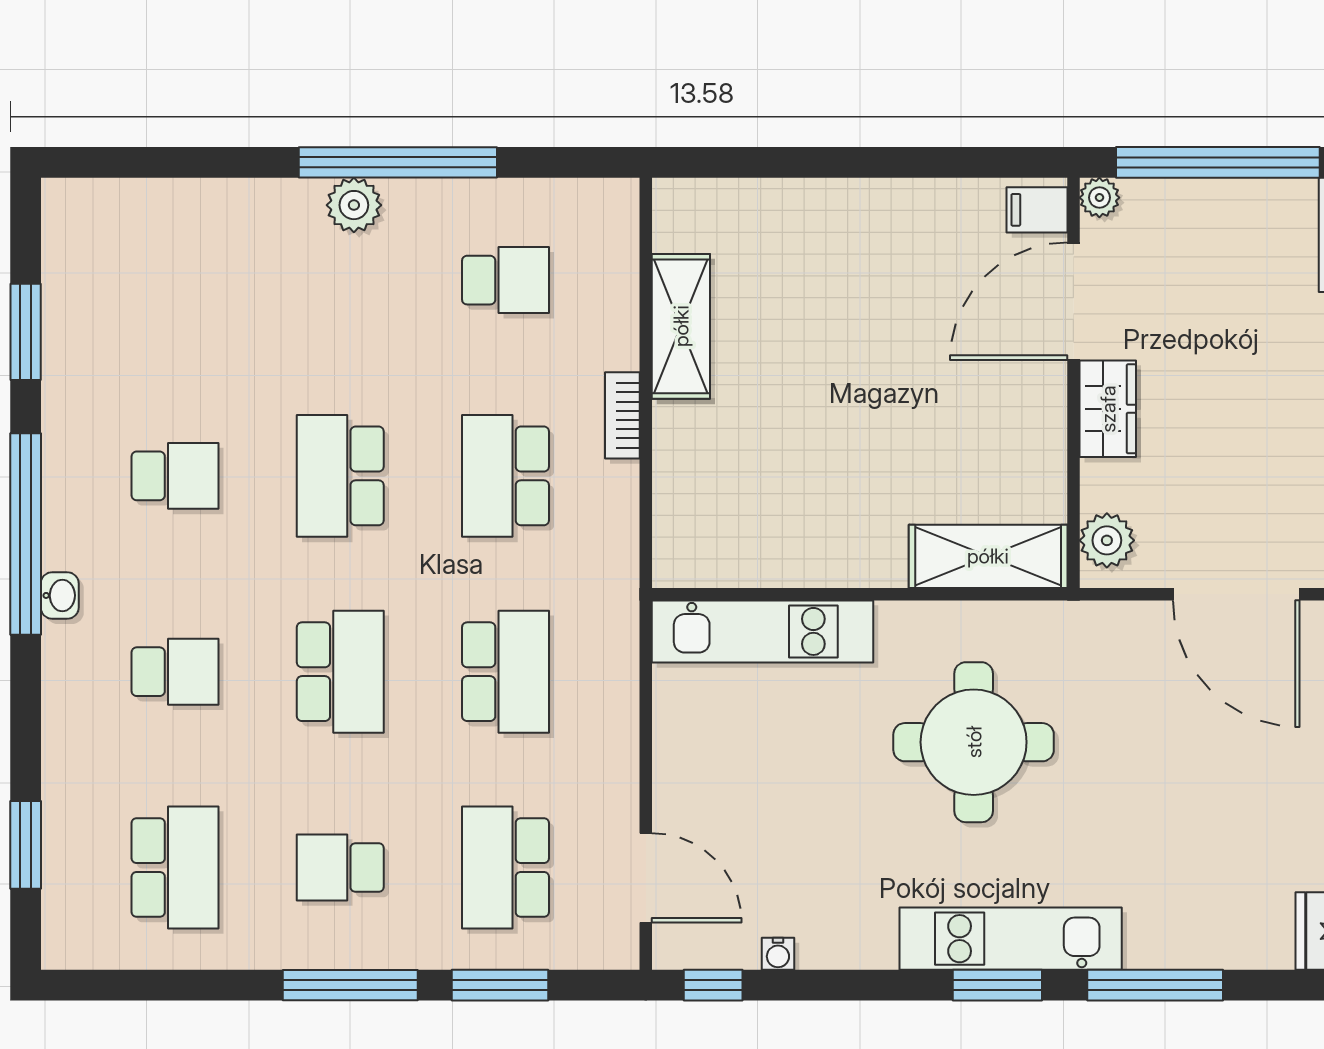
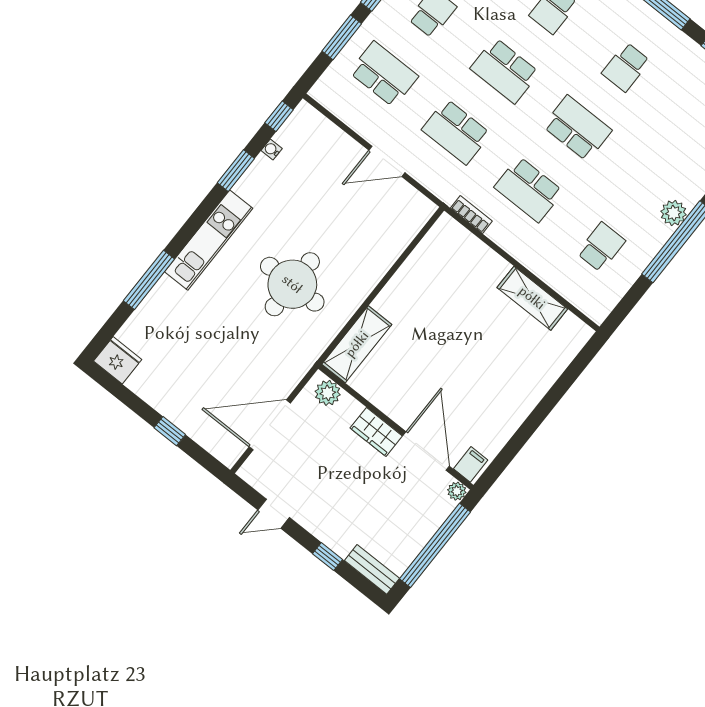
school desk: (505, 280) -> (601, 247), turned 180
bookcase: (622, 415) -> (471, 214), moved
school desk: (505, 476) -> (529, 189), turned 180
kitchen unit: (762, 631) -> (395, 239), removed
door: (646, 878) -> (387, 161), moved
window: (997, 985) -> (236, 171), moved

